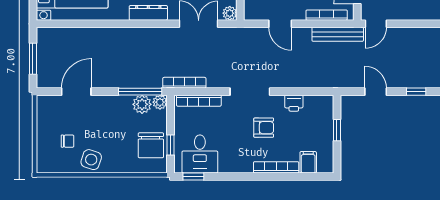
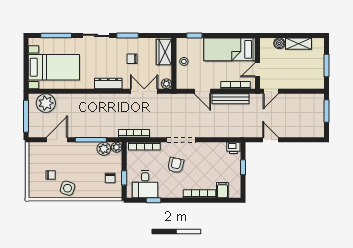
bench: (338, 34) -> (230, 99), moved
plant: (61, 40) -> (46, 103), added
window: (33, 59) -> (26, 116), width x1.44
window: (140, 92) -> (91, 140), moved
window: (416, 92) -> (299, 140), removed
printer: (294, 103) -> (233, 148), moved
armchair: (264, 128) -> (176, 165), moved, turned -78
chair: (151, 145) -> (110, 178), width x0.54, depth x0.54
window: (193, 177) -> (154, 200), moved

